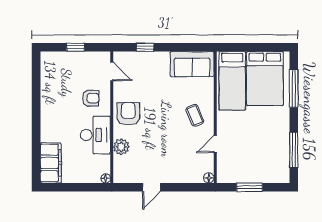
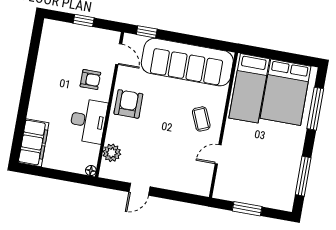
window: (145, 47) -> (147, 32), moved
sofa: (192, 64) -> (187, 62), width x1.85, depth x1.27
plant: (121, 147) -> (112, 153), moved
floor lamp: (209, 178) -> (204, 190), removed

